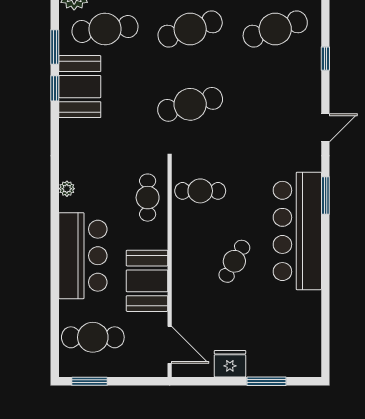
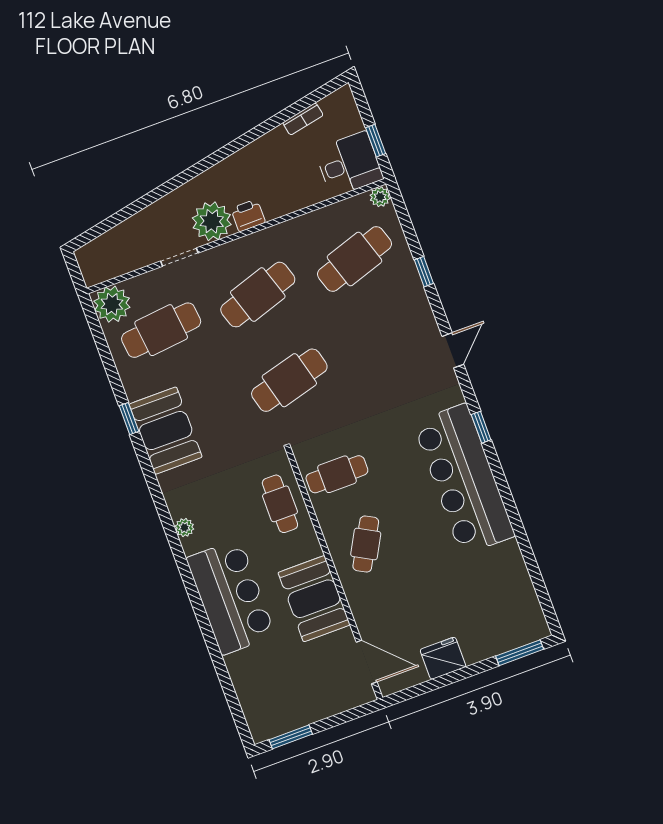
window: (55, 47) -> (112, 372), removed
booth: (80, 87) -> (166, 431), moved
window: (325, 196) -> (481, 427), width x0.67
cafe table: (234, 261) -> (366, 544), moved
cafe table: (93, 337) -> (276, 686), removed
window: (266, 381) -> (520, 653), moved

